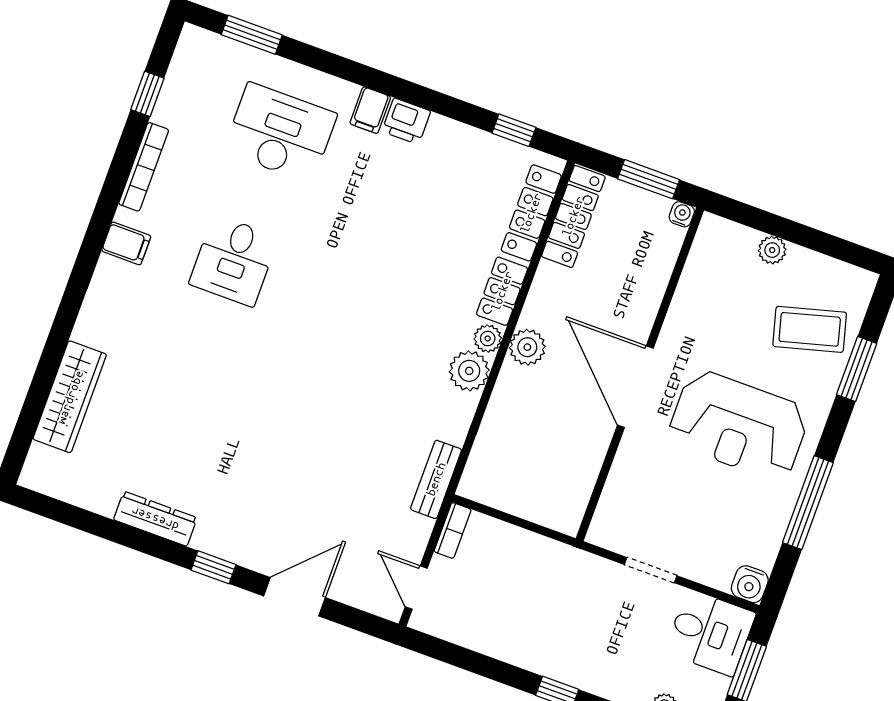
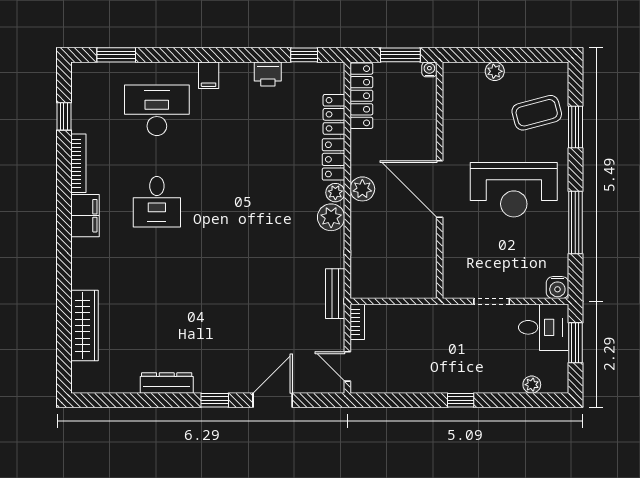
printer: (406, 121) -> (268, 74), moved
locker: (531, 213) -> (334, 114), width x0.66
filing cabinet: (126, 243) -> (85, 216), width x2.00

